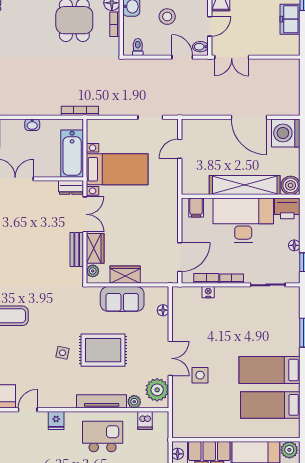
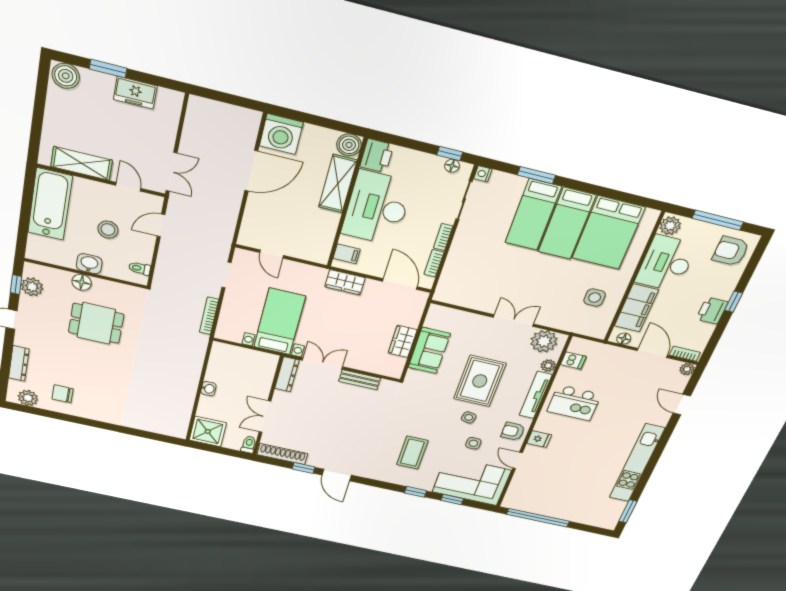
bookcase: (115, 24) -> (108, 285), removed
bidet: (200, 47) -> (152, 203), removed
bookcase: (80, 111) -> (209, 316), moved
bathtub: (72, 154) -> (250, 360), removed
shelving: (245, 185) -> (338, 184), width x0.68
dresser: (71, 187) -> (287, 374), width x1.44
floor lamp: (294, 245) -> (452, 166), moved
wardrobe: (95, 248) -> (345, 282), moved, turned 180
plant: (93, 271) -> (388, 371), removed
nightstand: (208, 292) -> (483, 174), moved
floor lamp: (163, 310) -> (456, 315), removed
bed: (270, 342) -> (533, 215), added
side table: (36, 365) -> (473, 443), added
side table: (200, 375) -> (595, 298), moved
armchair: (58, 395) -> (513, 431), added
bed: (270, 405) -> (608, 233), width x1.50
kitchen island: (103, 437) -> (574, 403), turned -90

